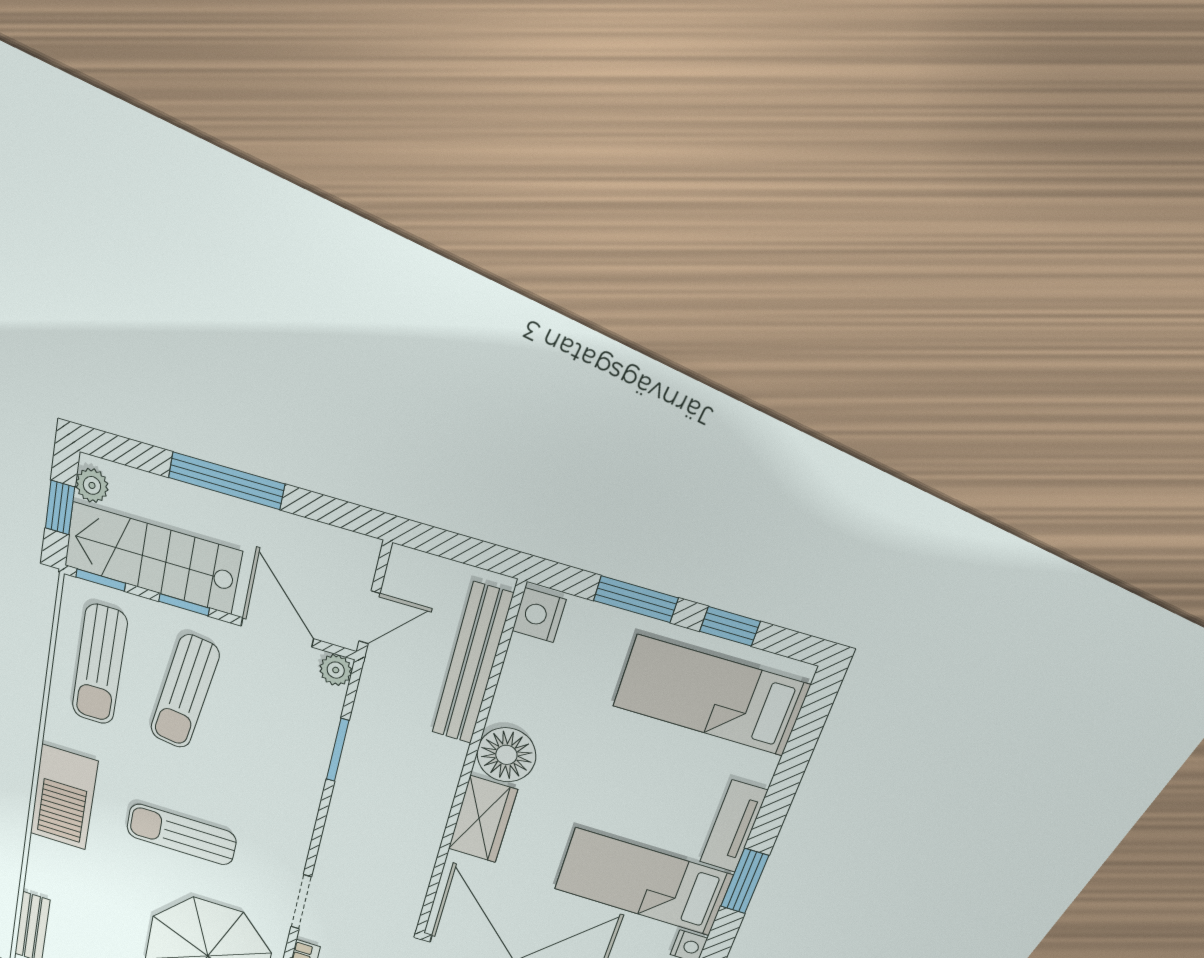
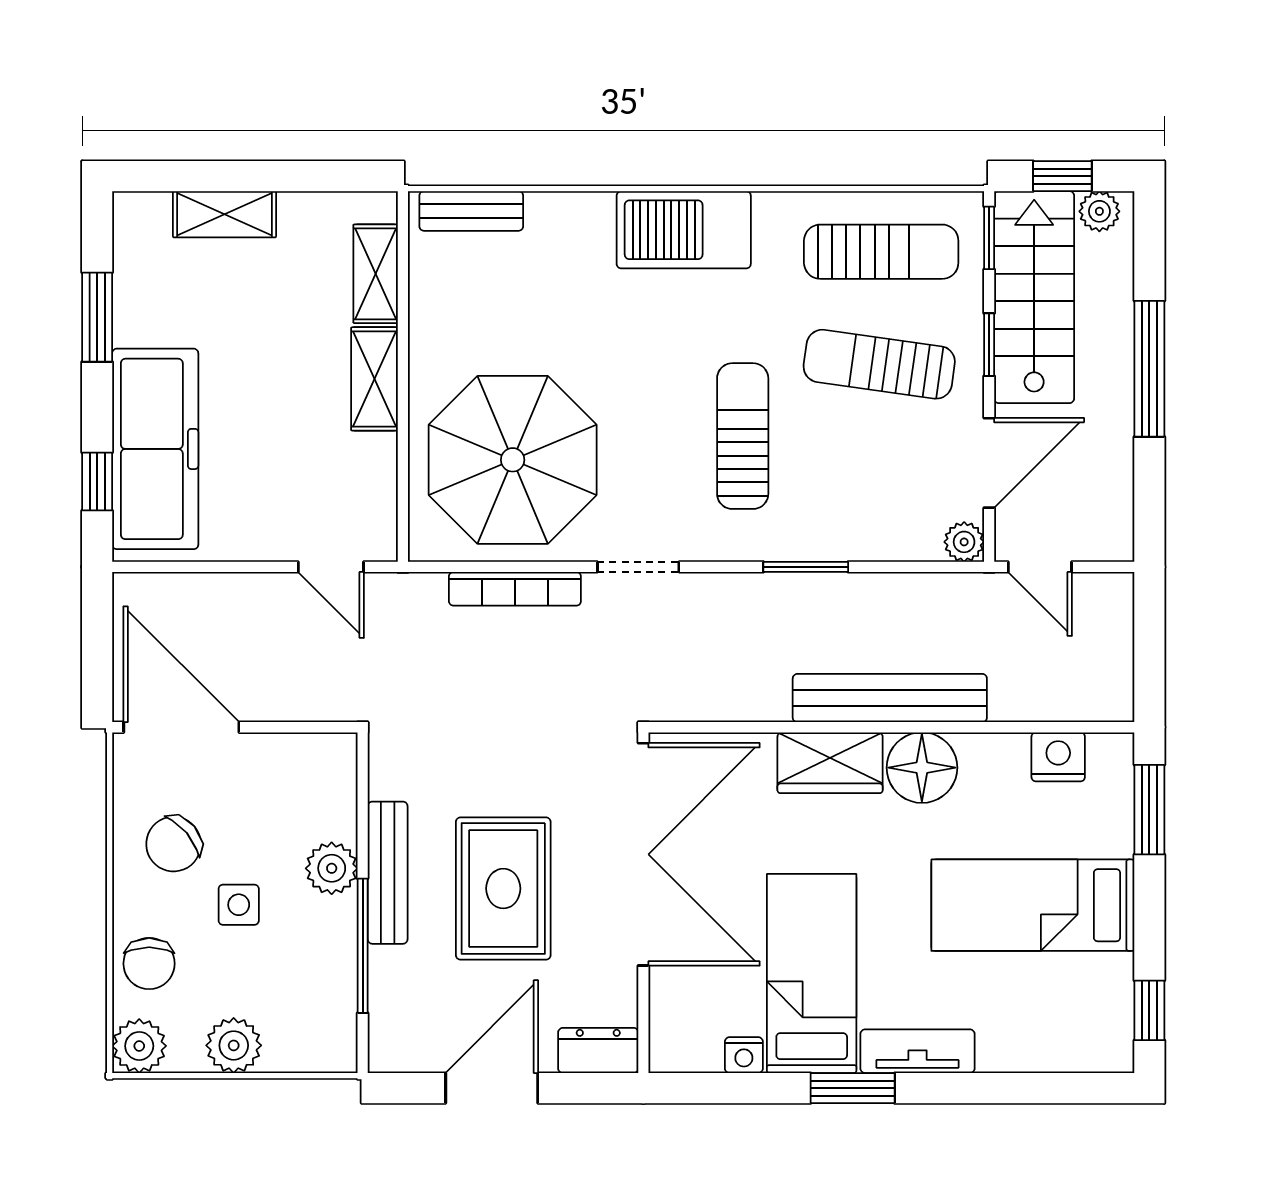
window: (636, 599) -> (1149, 810), moved
nightstand: (539, 615) -> (1058, 757), moved
window: (730, 626) -> (1149, 1010), moved
bench: (472, 664) -> (890, 698), moved
sun lounger: (100, 665) -> (881, 252), turned 180
bed: (710, 695) -> (1033, 905), moved, turned -90
window: (338, 750) -> (806, 567), moved
sun lounger: (181, 834) -> (743, 436), moved

